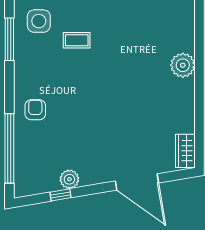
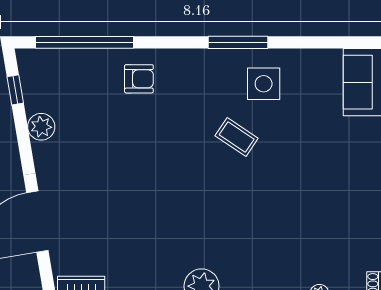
coffee table: (77, 40) -> (237, 137), turned -56
window: (60, 195) -> (15, 90), moved

